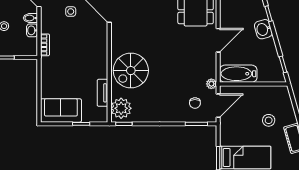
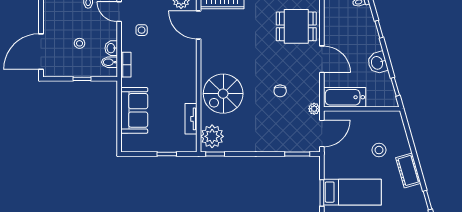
side table: (71, 12) -> (142, 30), moved
bidet: (30, 18) -> (109, 62), moved
washbasin: (263, 29) -> (377, 63), moved
door: (218, 40) -> (322, 59), hinge flipped
chair: (195, 103) -> (280, 91), moved
sofa: (61, 110) -> (134, 110), moved, turned 90

